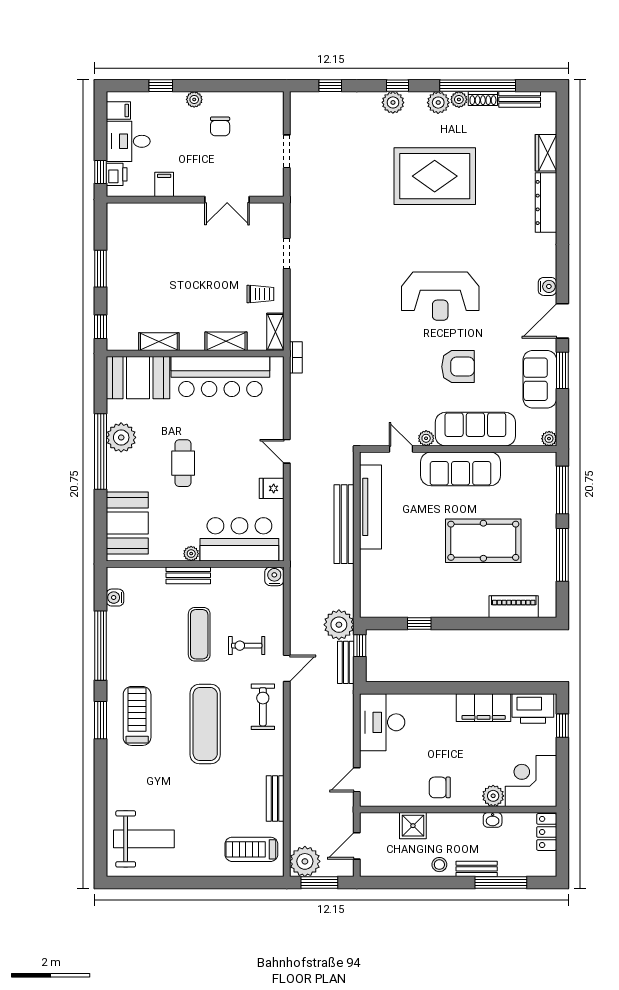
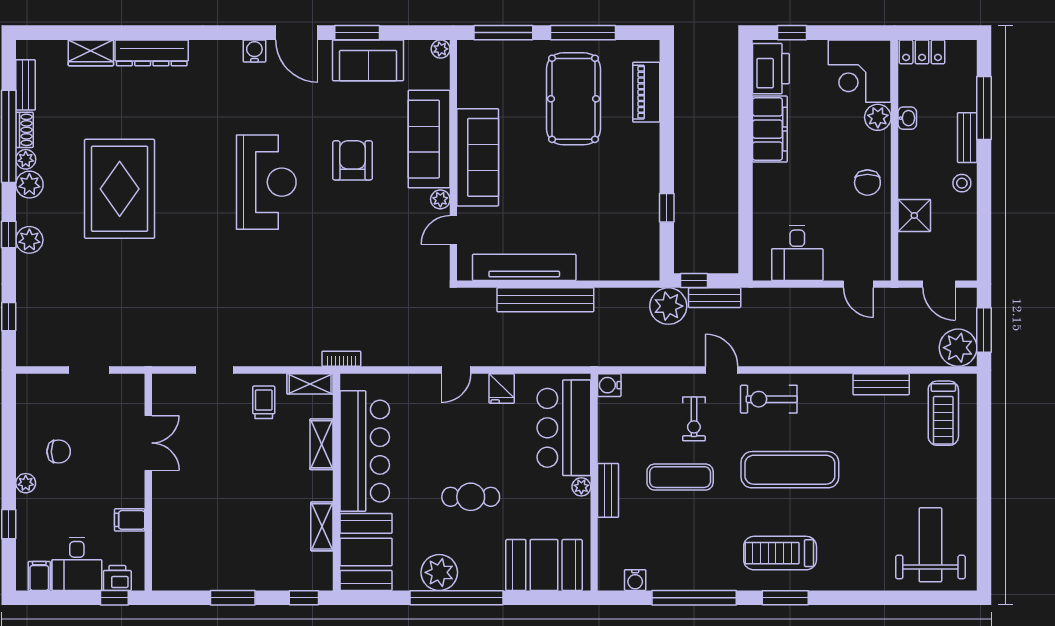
pool table: (483, 541) -> (573, 99), moved
desk: (382, 722) -> (797, 253), width x0.73

